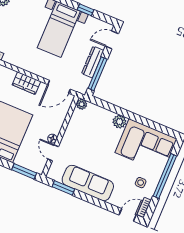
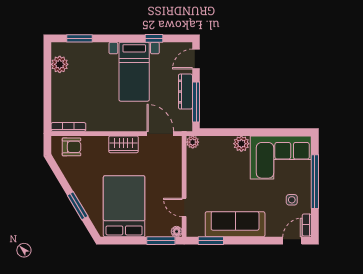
door: (59, 87) -> (160, 134), swing flipped
floor lamp: (52, 139) -> (177, 232), moved

